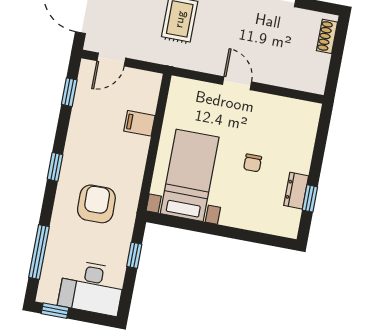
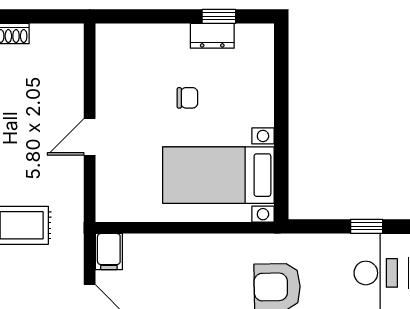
filing cabinet: (139, 123) -> (109, 252), moved
window: (134, 255) -> (367, 226), moved

